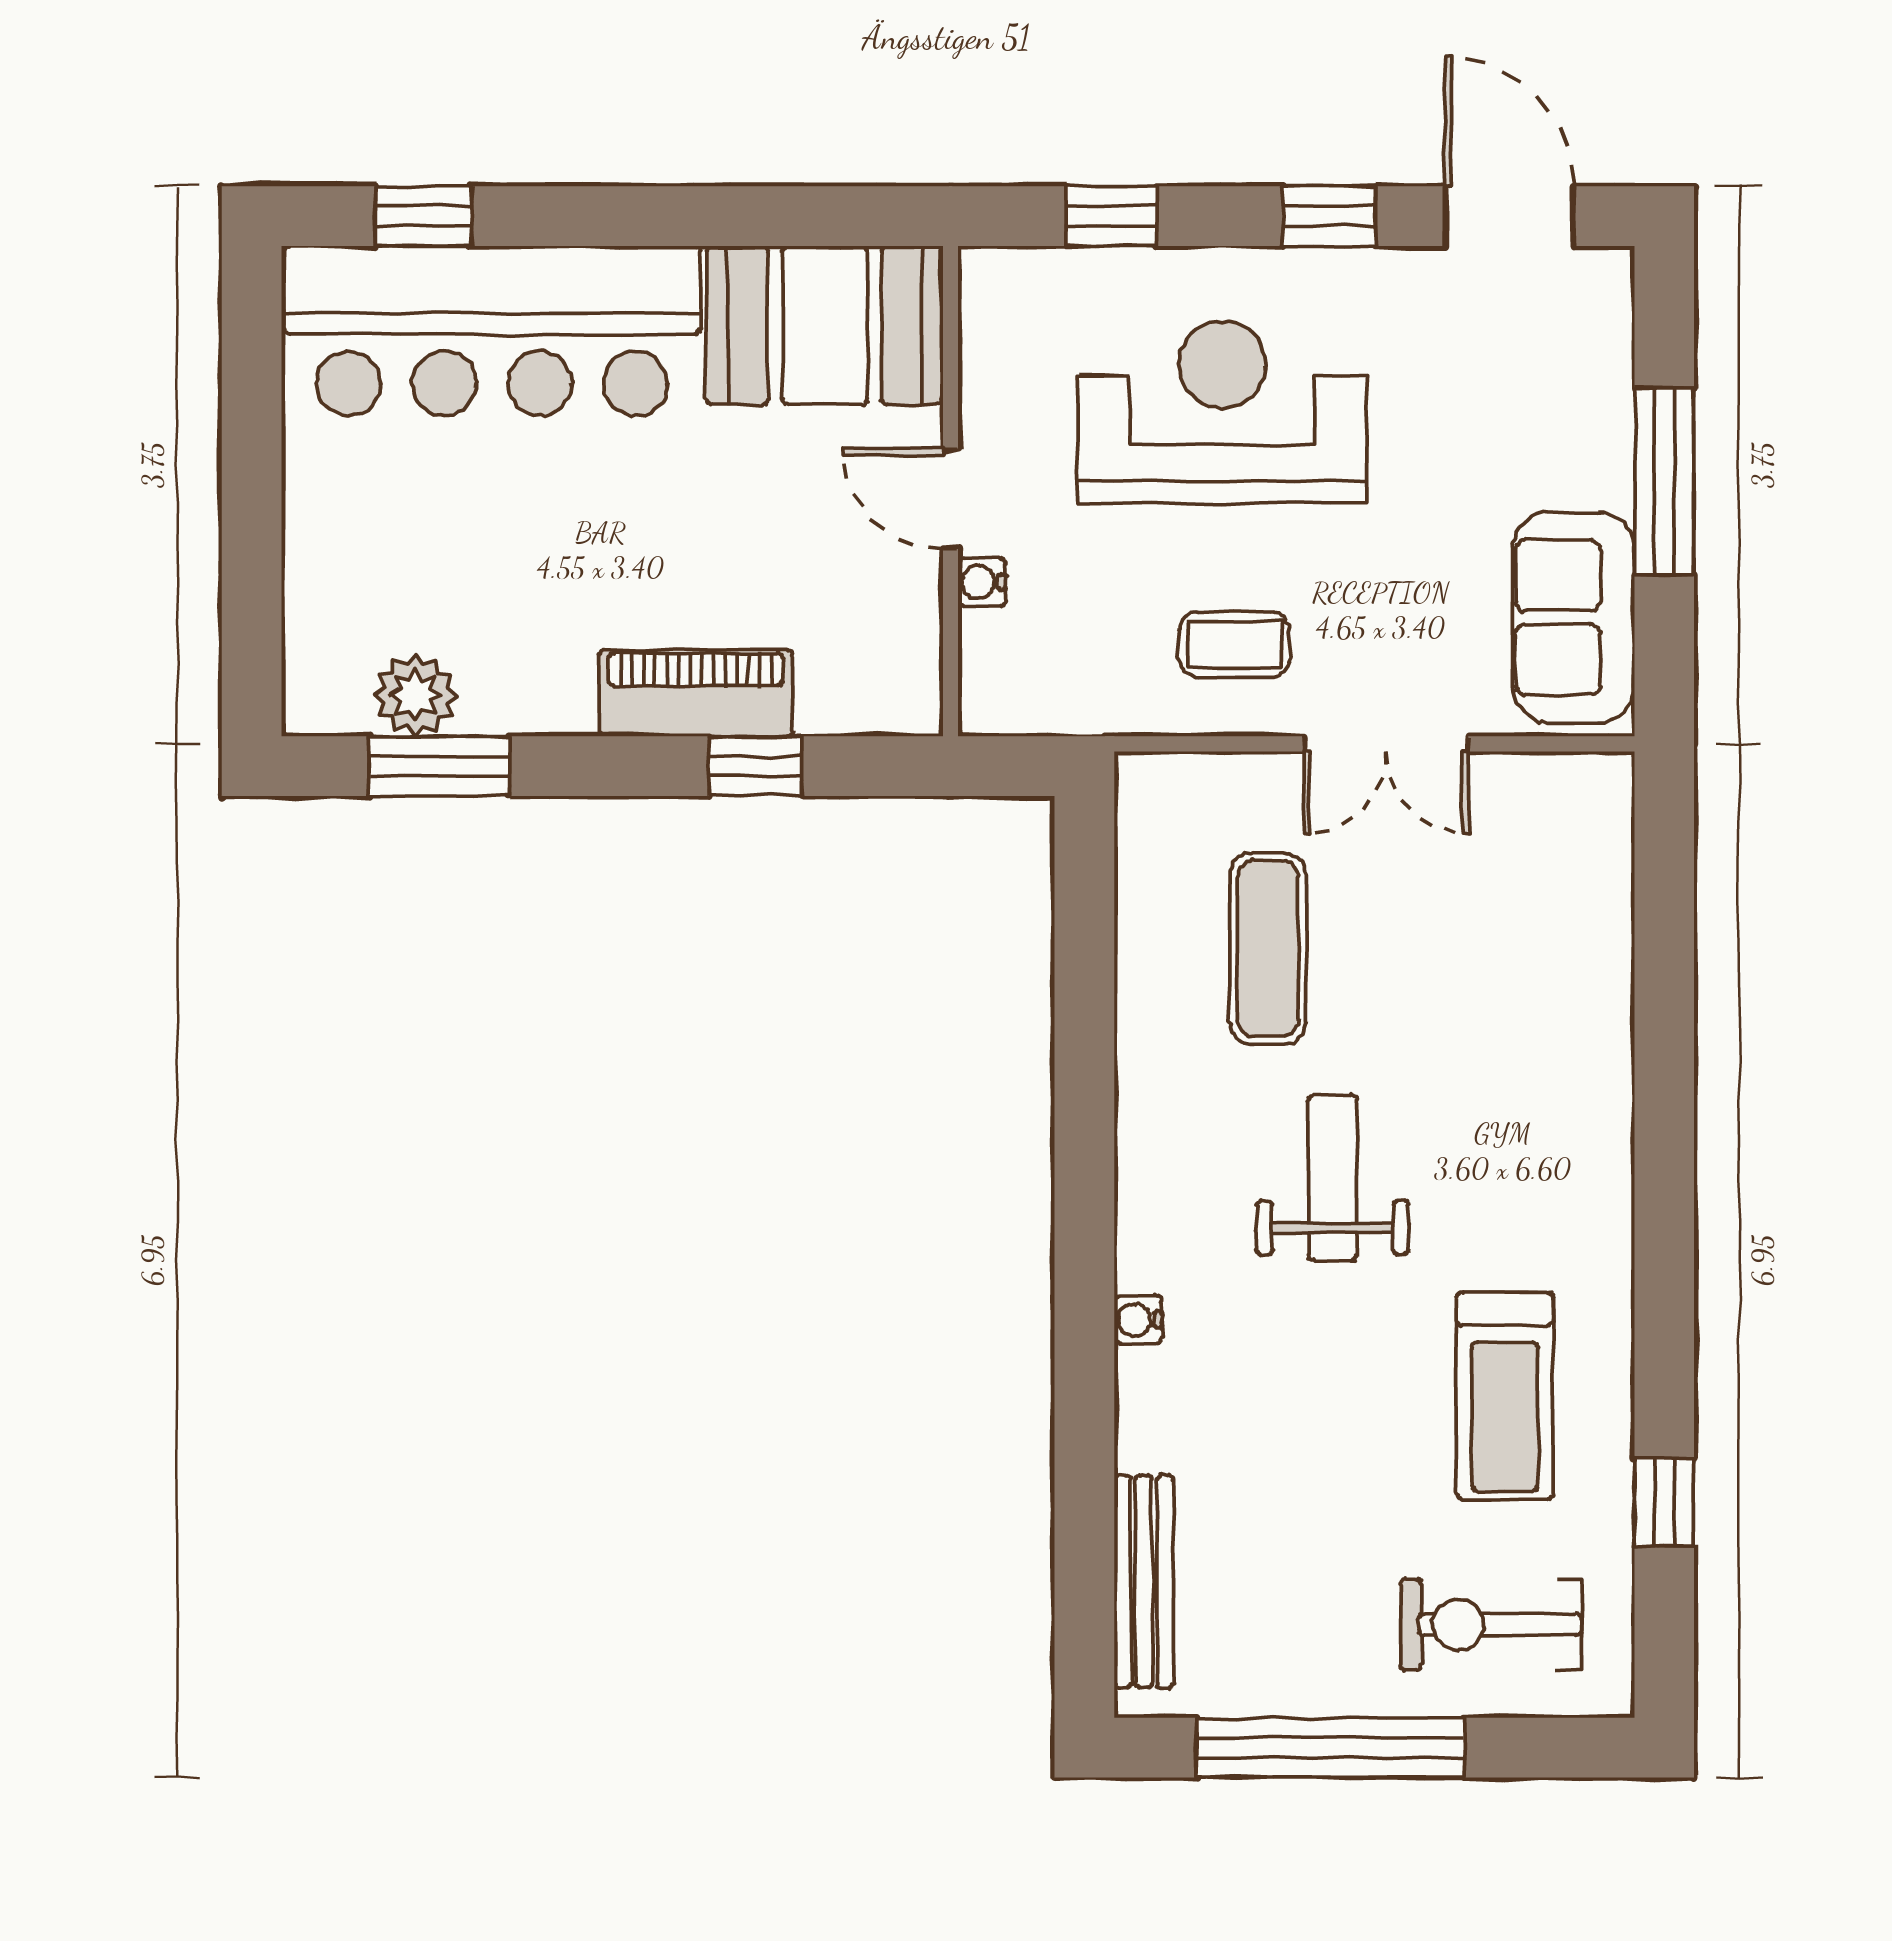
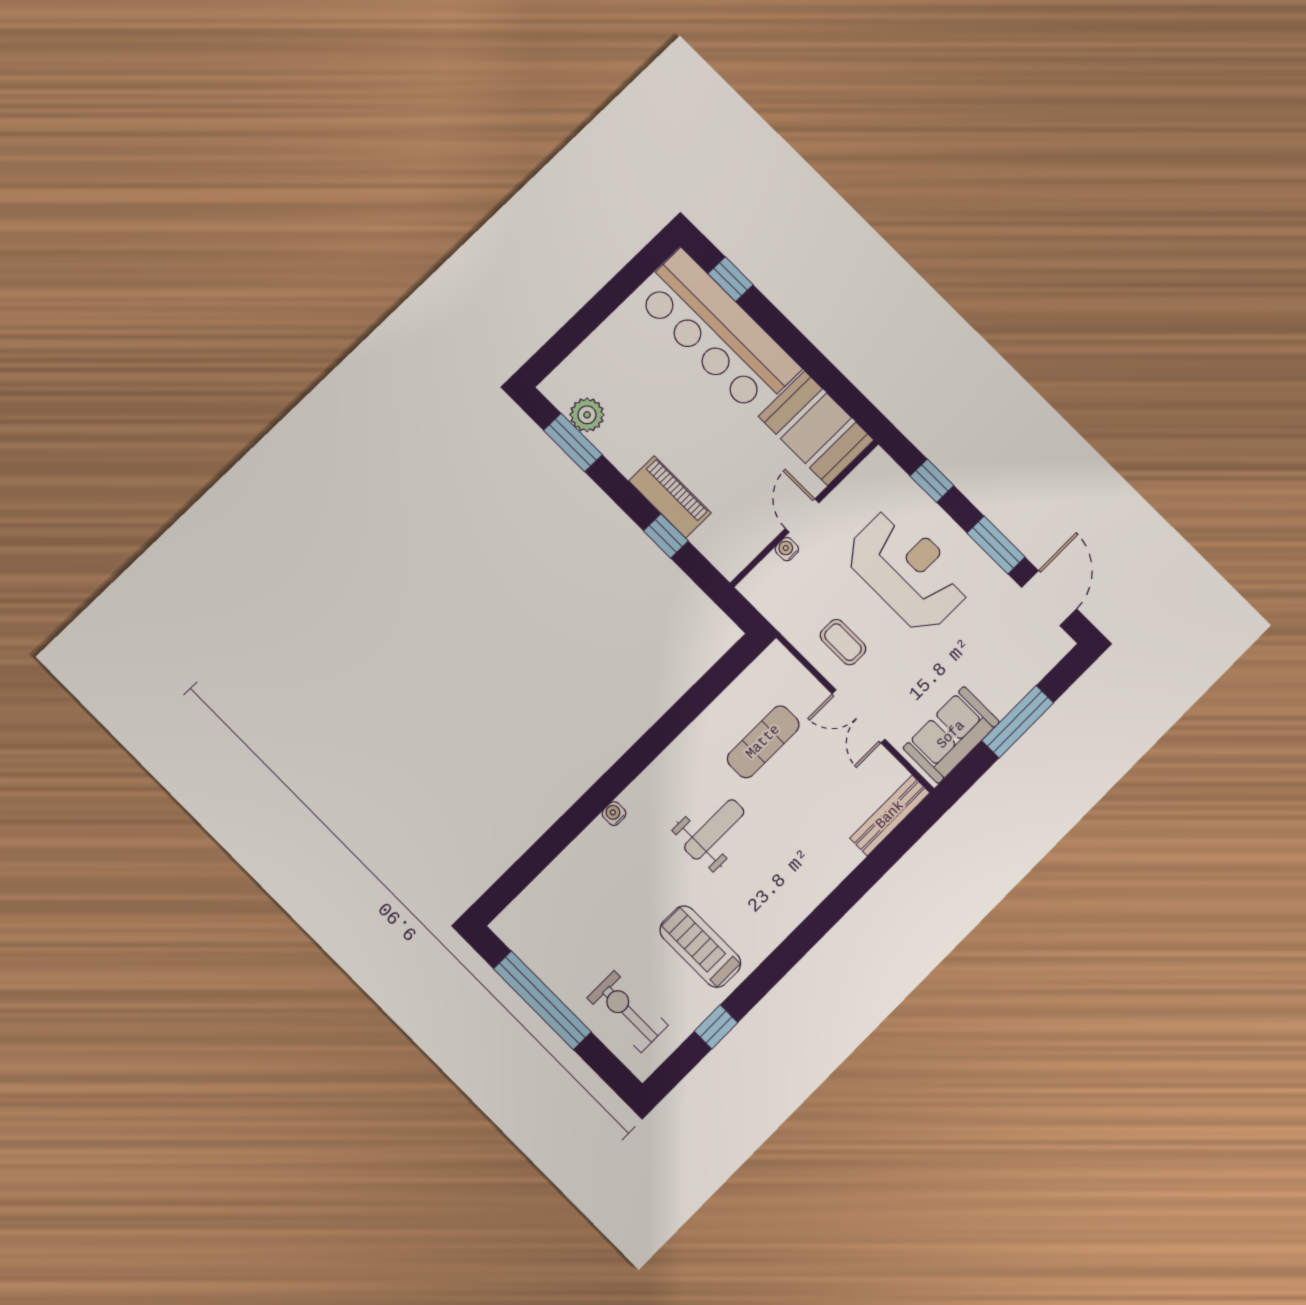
window: (1329, 216) -> (996, 545), width x1.50
treadmill: (1505, 1396) -> (700, 947), turned 90
bench: (1144, 1581) -> (890, 815), moved

